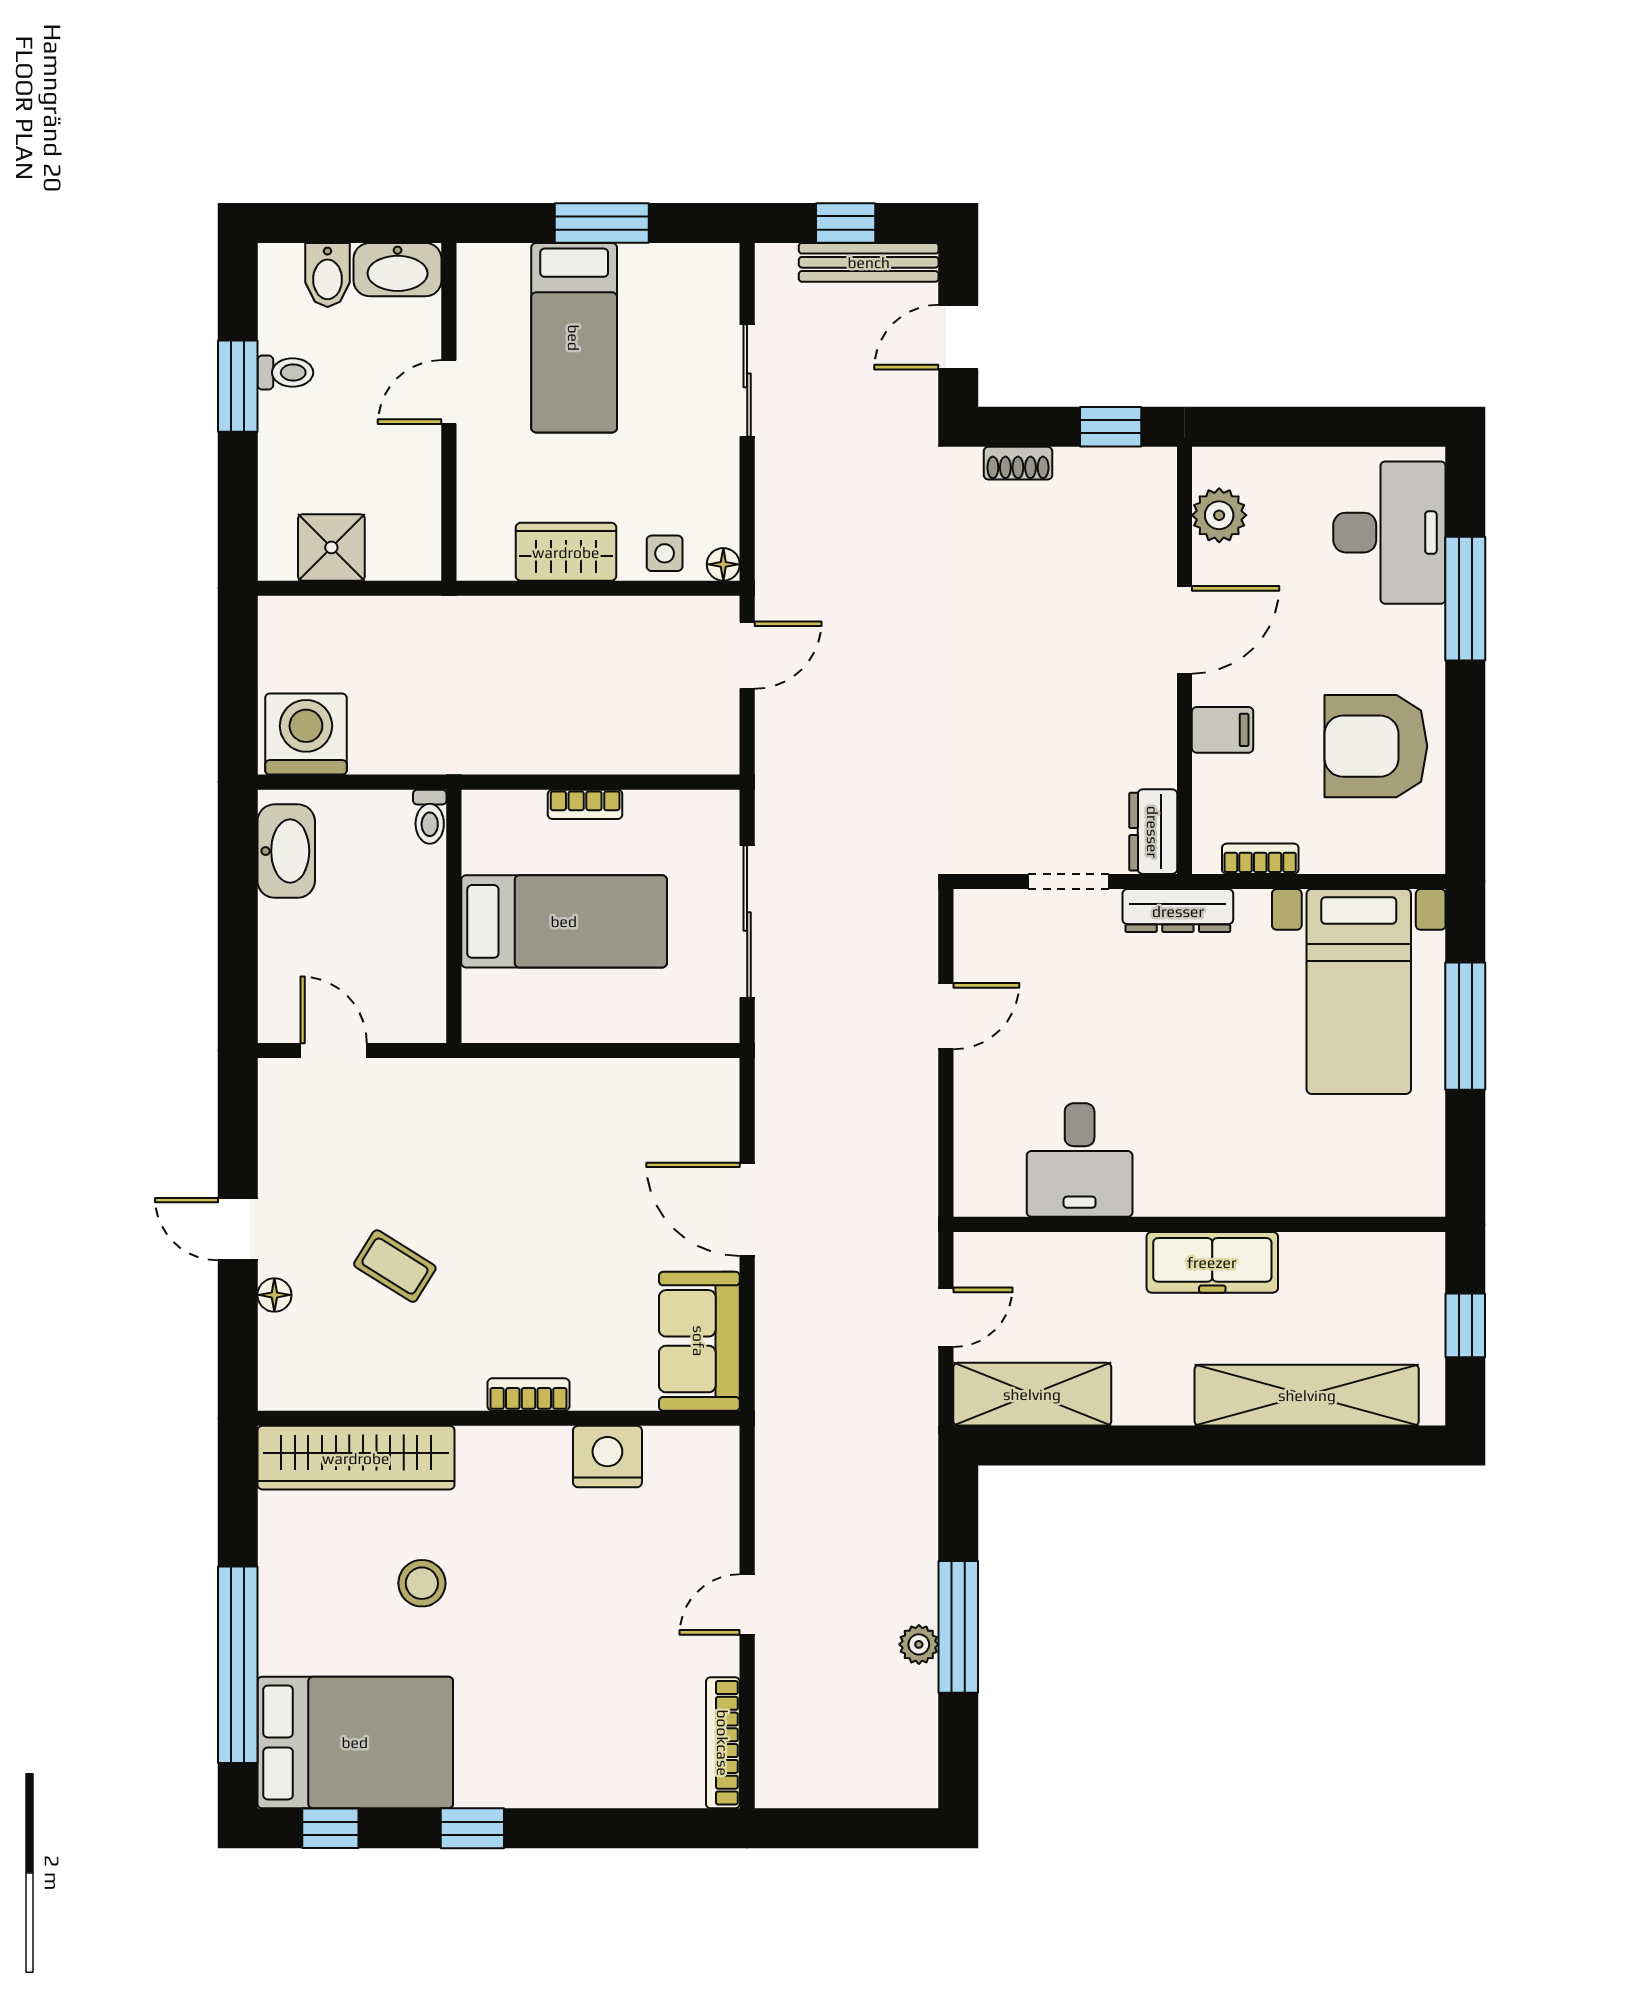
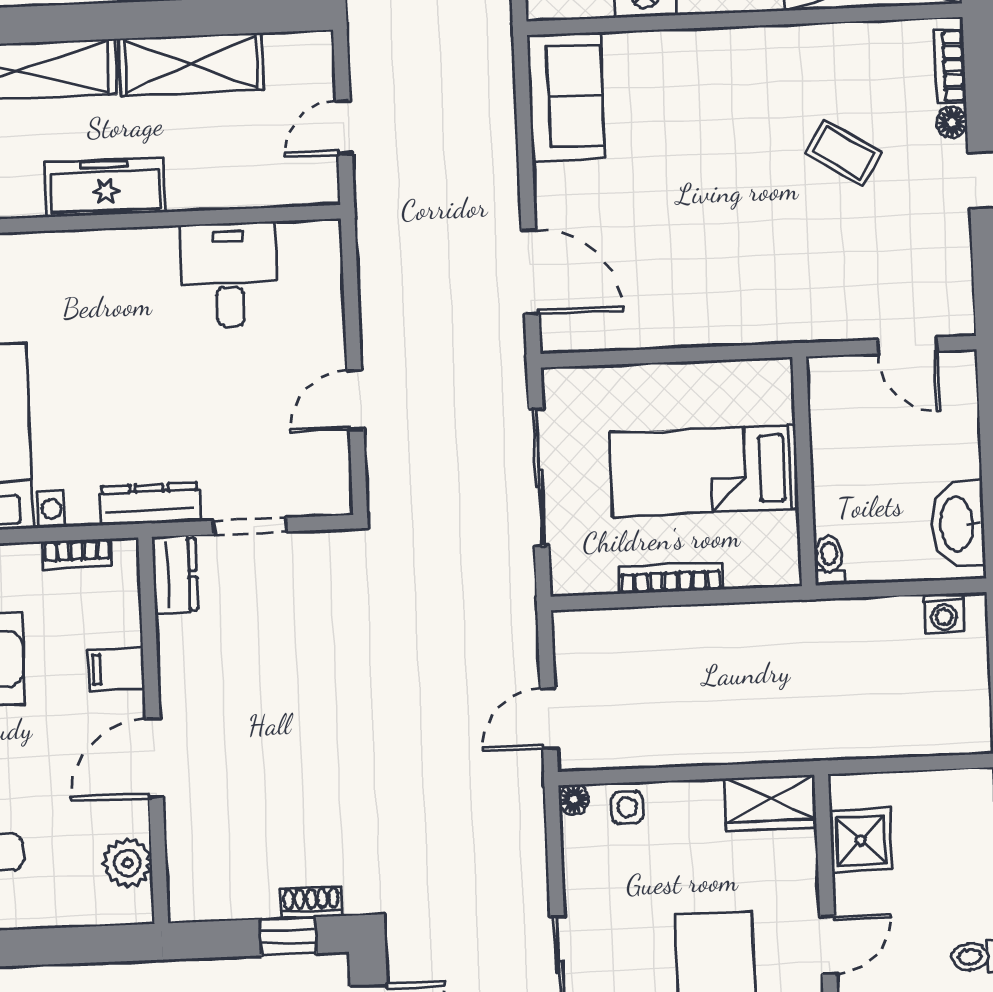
window: (1111, 427) -> (288, 936), moved
shower: (331, 547) -> (861, 840), moved
wardrobe: (566, 552) -> (770, 803), moved
washing machine: (306, 734) -> (944, 613), width x0.53, depth x0.53
bookcase: (585, 804) -> (671, 578), width x1.56
door: (747, 1209) -> (530, 272), moved
bookcase: (528, 1394) -> (950, 66), moved, turned 90
shelving: (1032, 1394) -> (191, 64), moved

